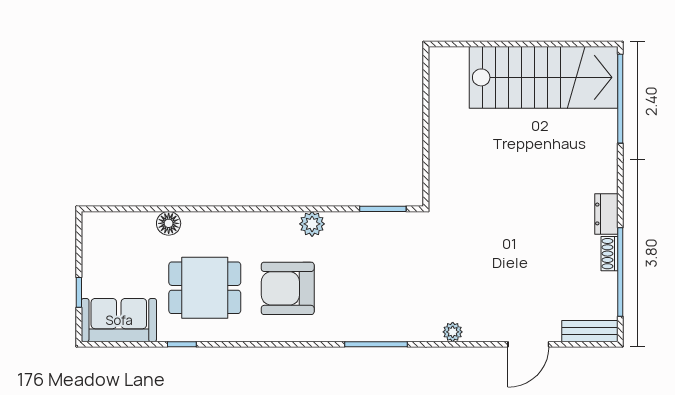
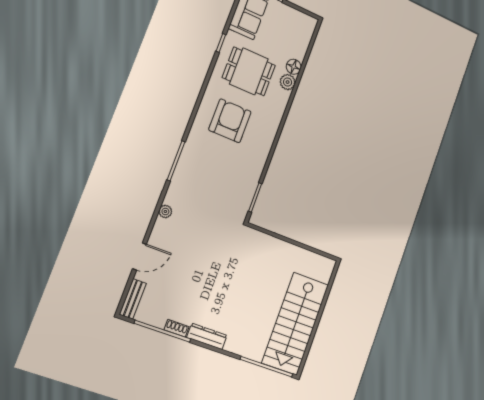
dresser: (606, 214) -> (207, 336), width x1.44
plant: (312, 224) -> (288, 82), moved
dining table: (205, 288) -> (249, 71), turned 90
door: (528, 344) -> (139, 256), swing flipped

